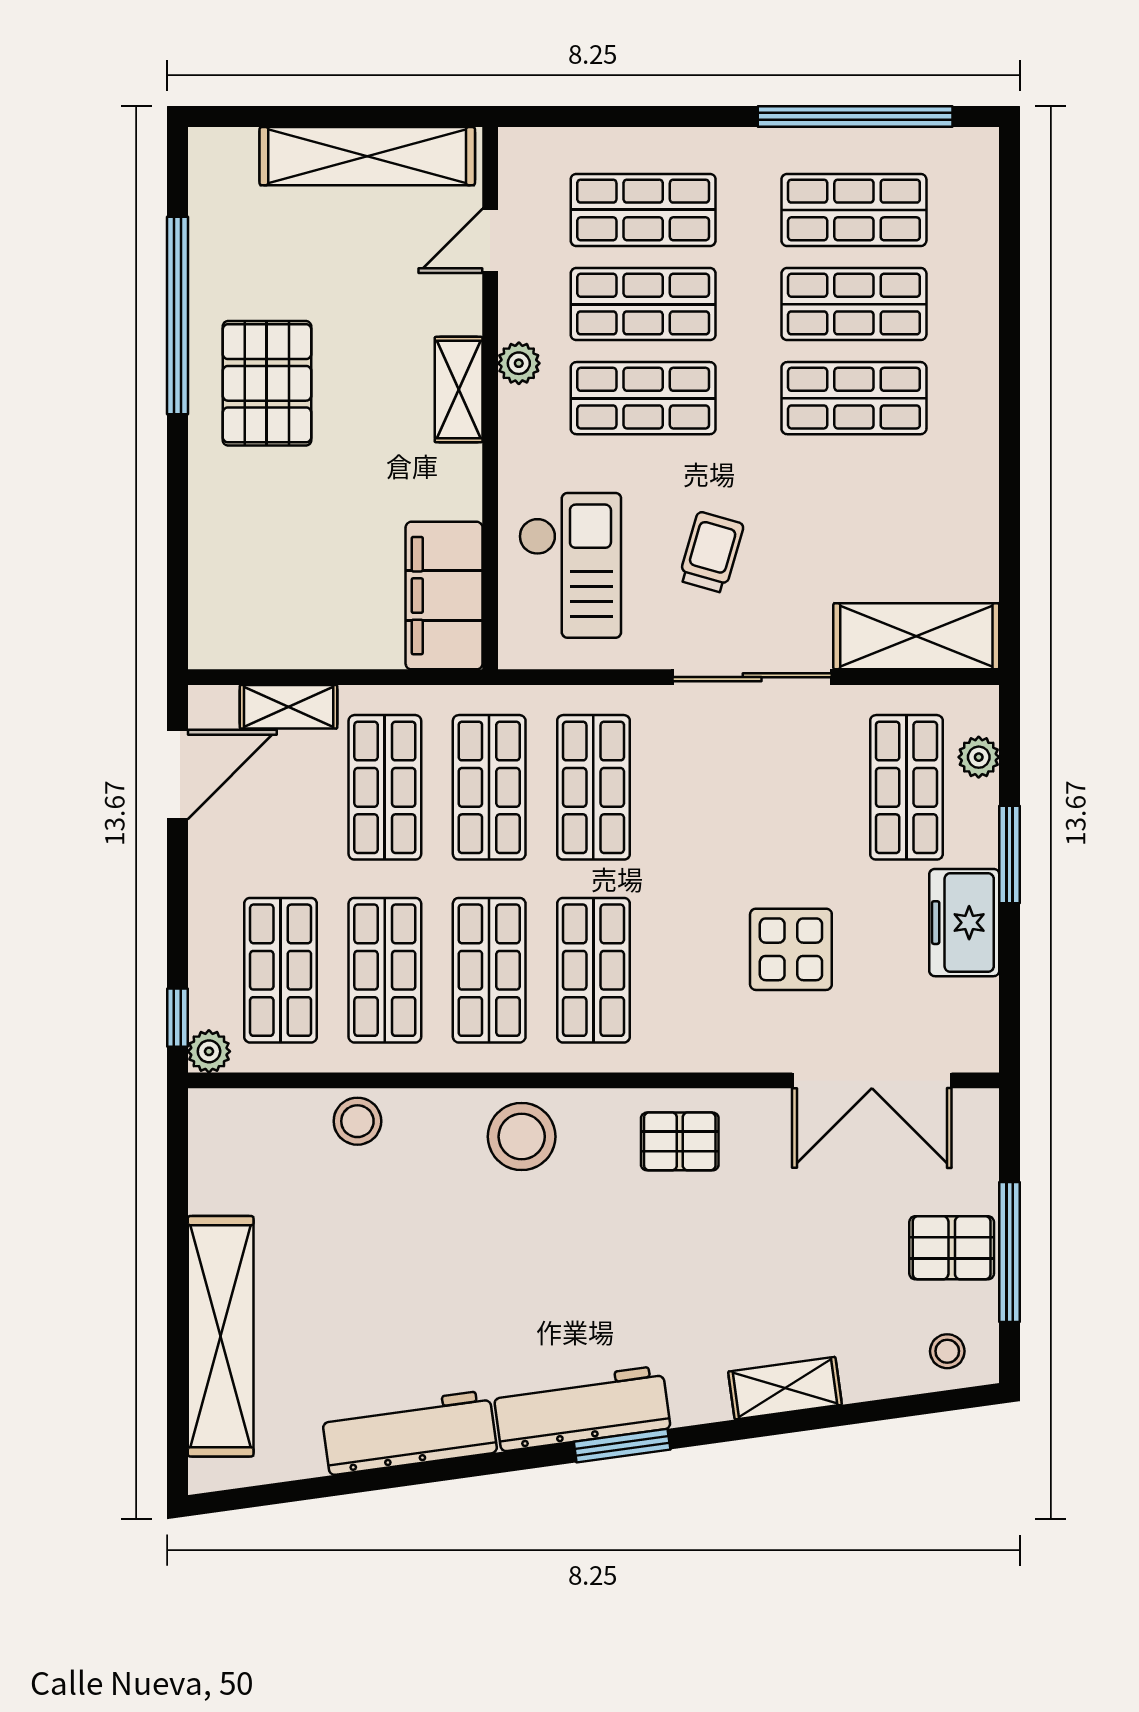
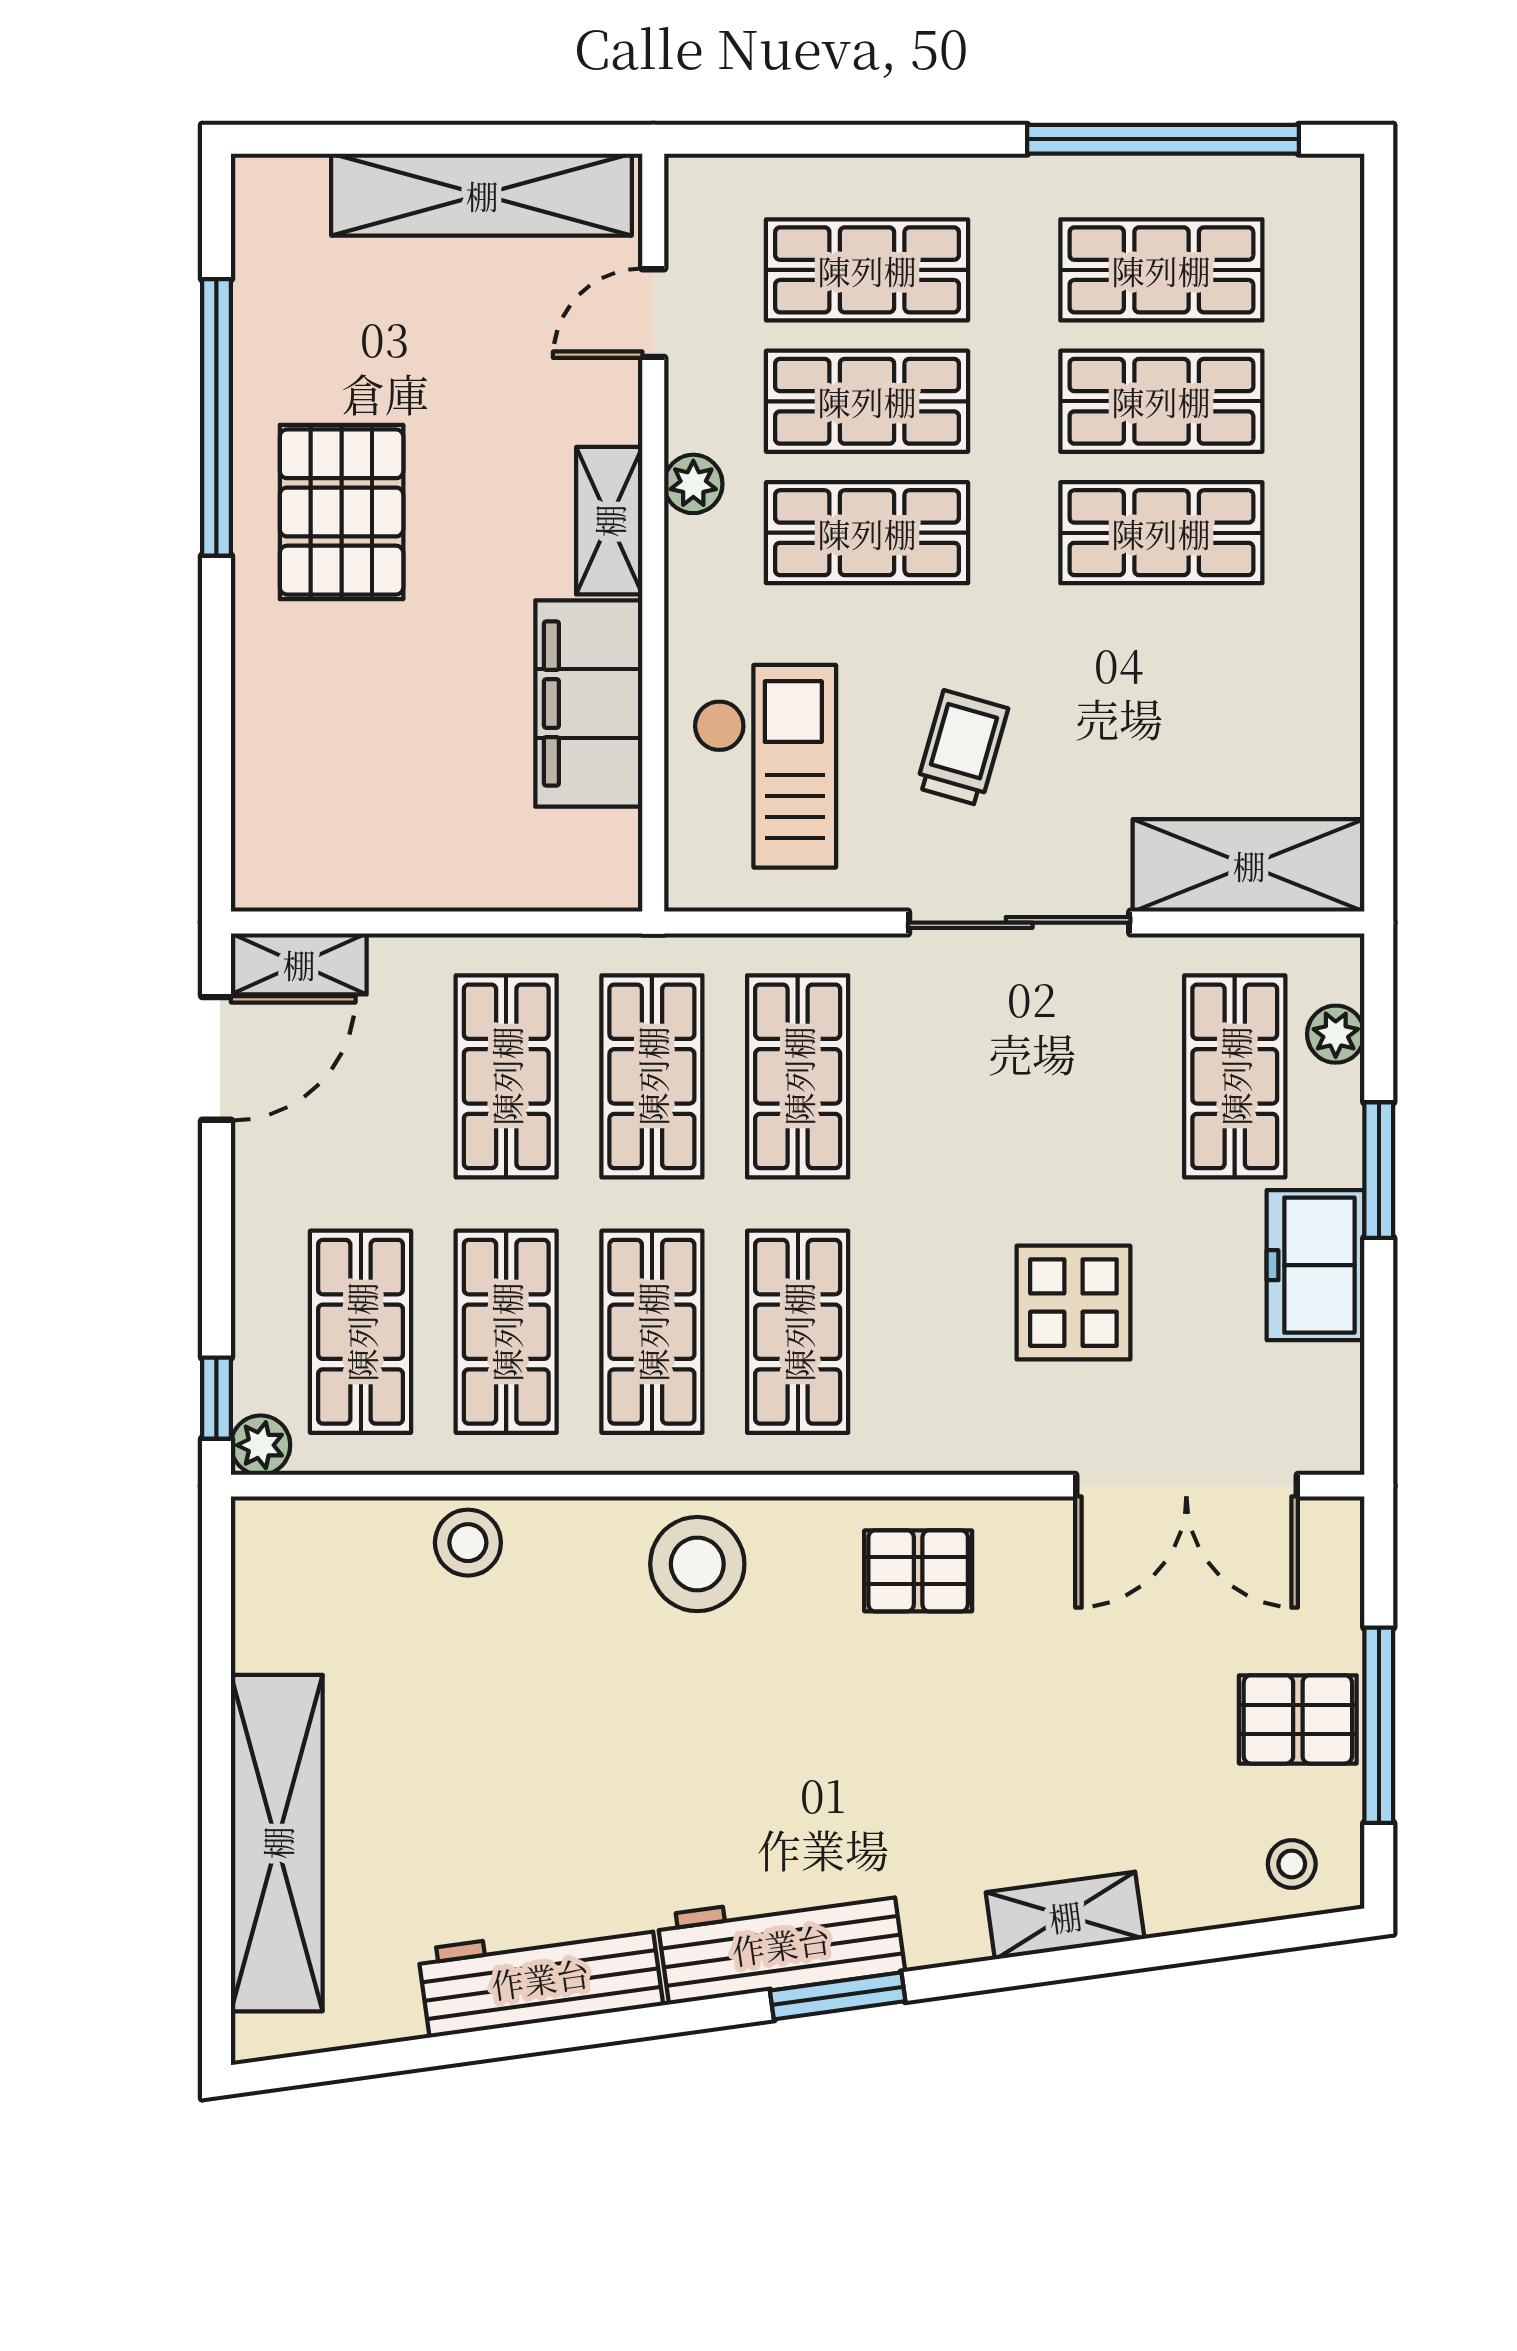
filing cabinet: (444, 596) -> (589, 703), moved
shelving: (289, 707) -> (299, 964), moved

